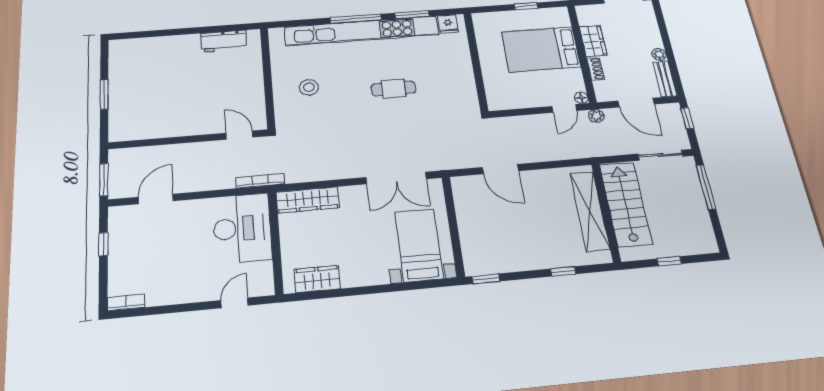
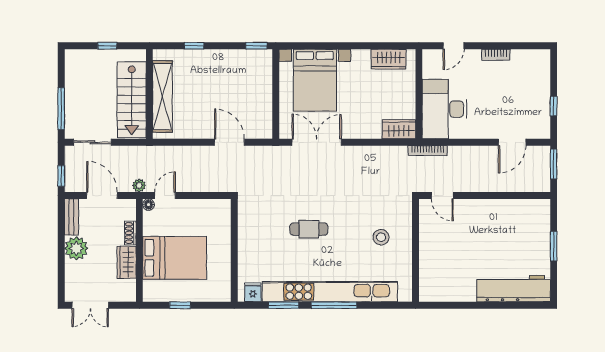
workbench: (224, 41) -> (514, 289), moved, width x1.88, depth x1.32
plant: (659, 54) -> (76, 248), width x1.88, depth x1.88
wardrobe: (308, 200) -> (399, 129), width x0.67
bed with nightstands: (419, 245) -> (315, 80), width x1.36
bookcase: (126, 302) -> (496, 55), moved

